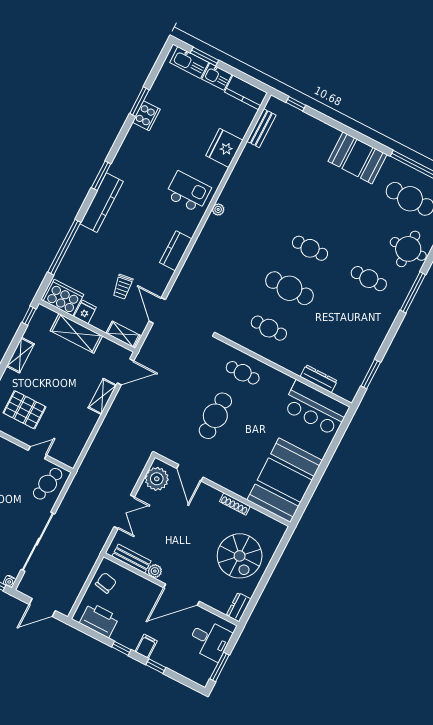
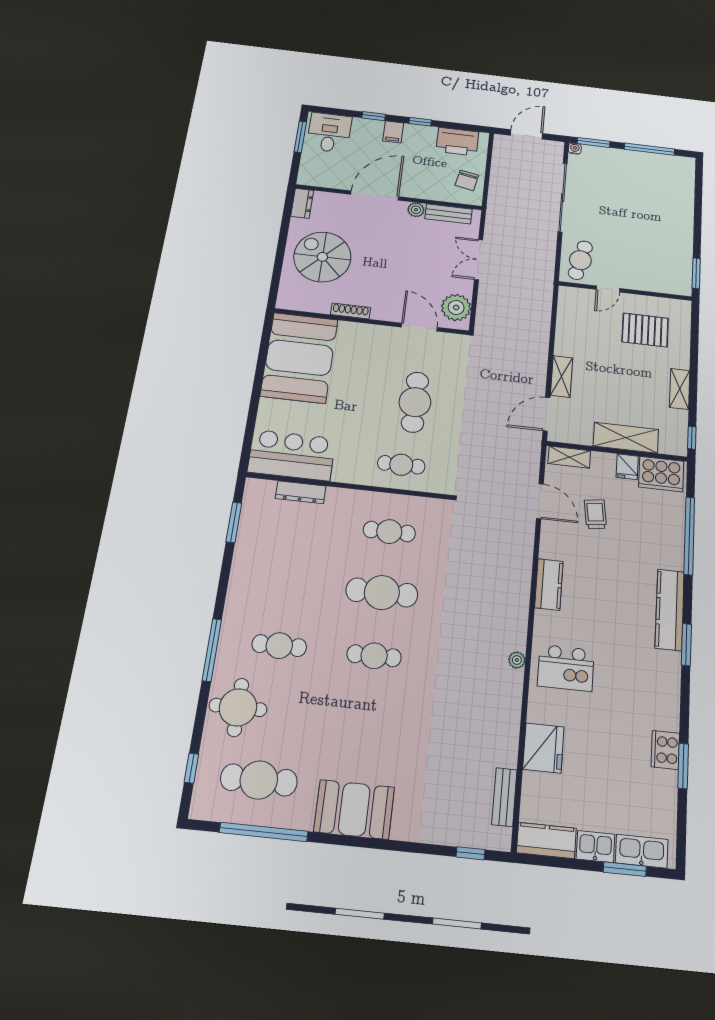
desk: (210, 640) -> (329, 133), moved, turned 90

